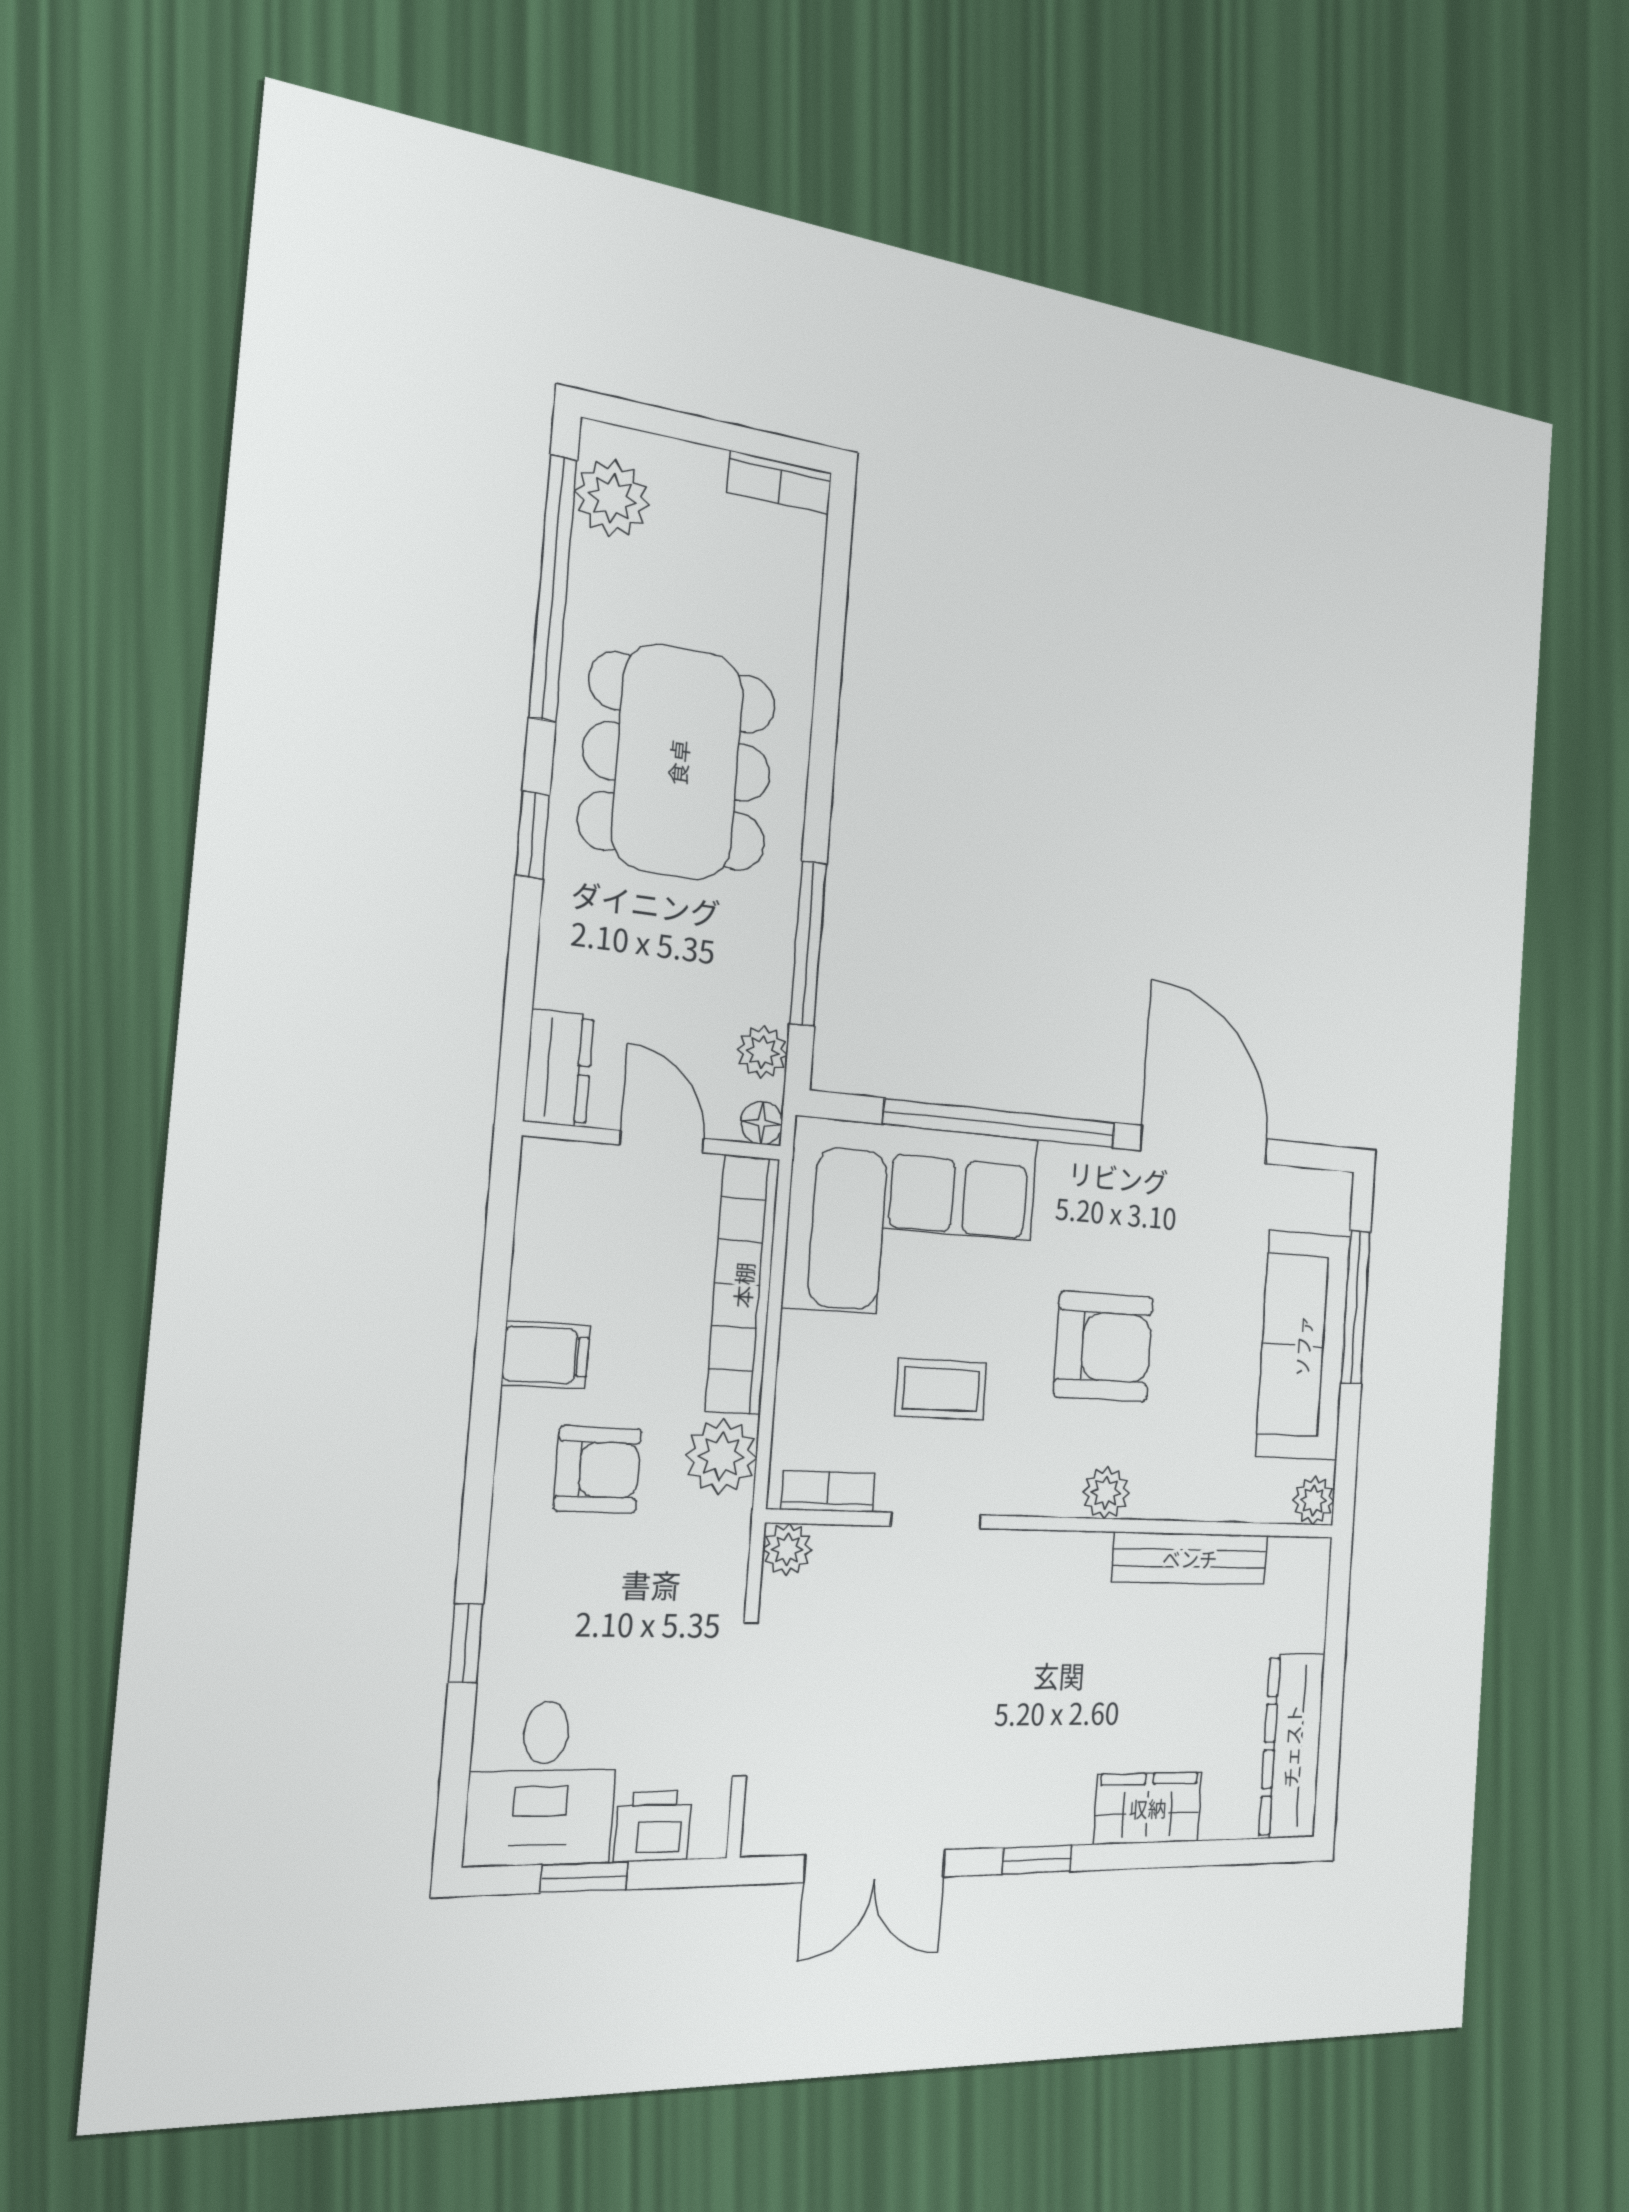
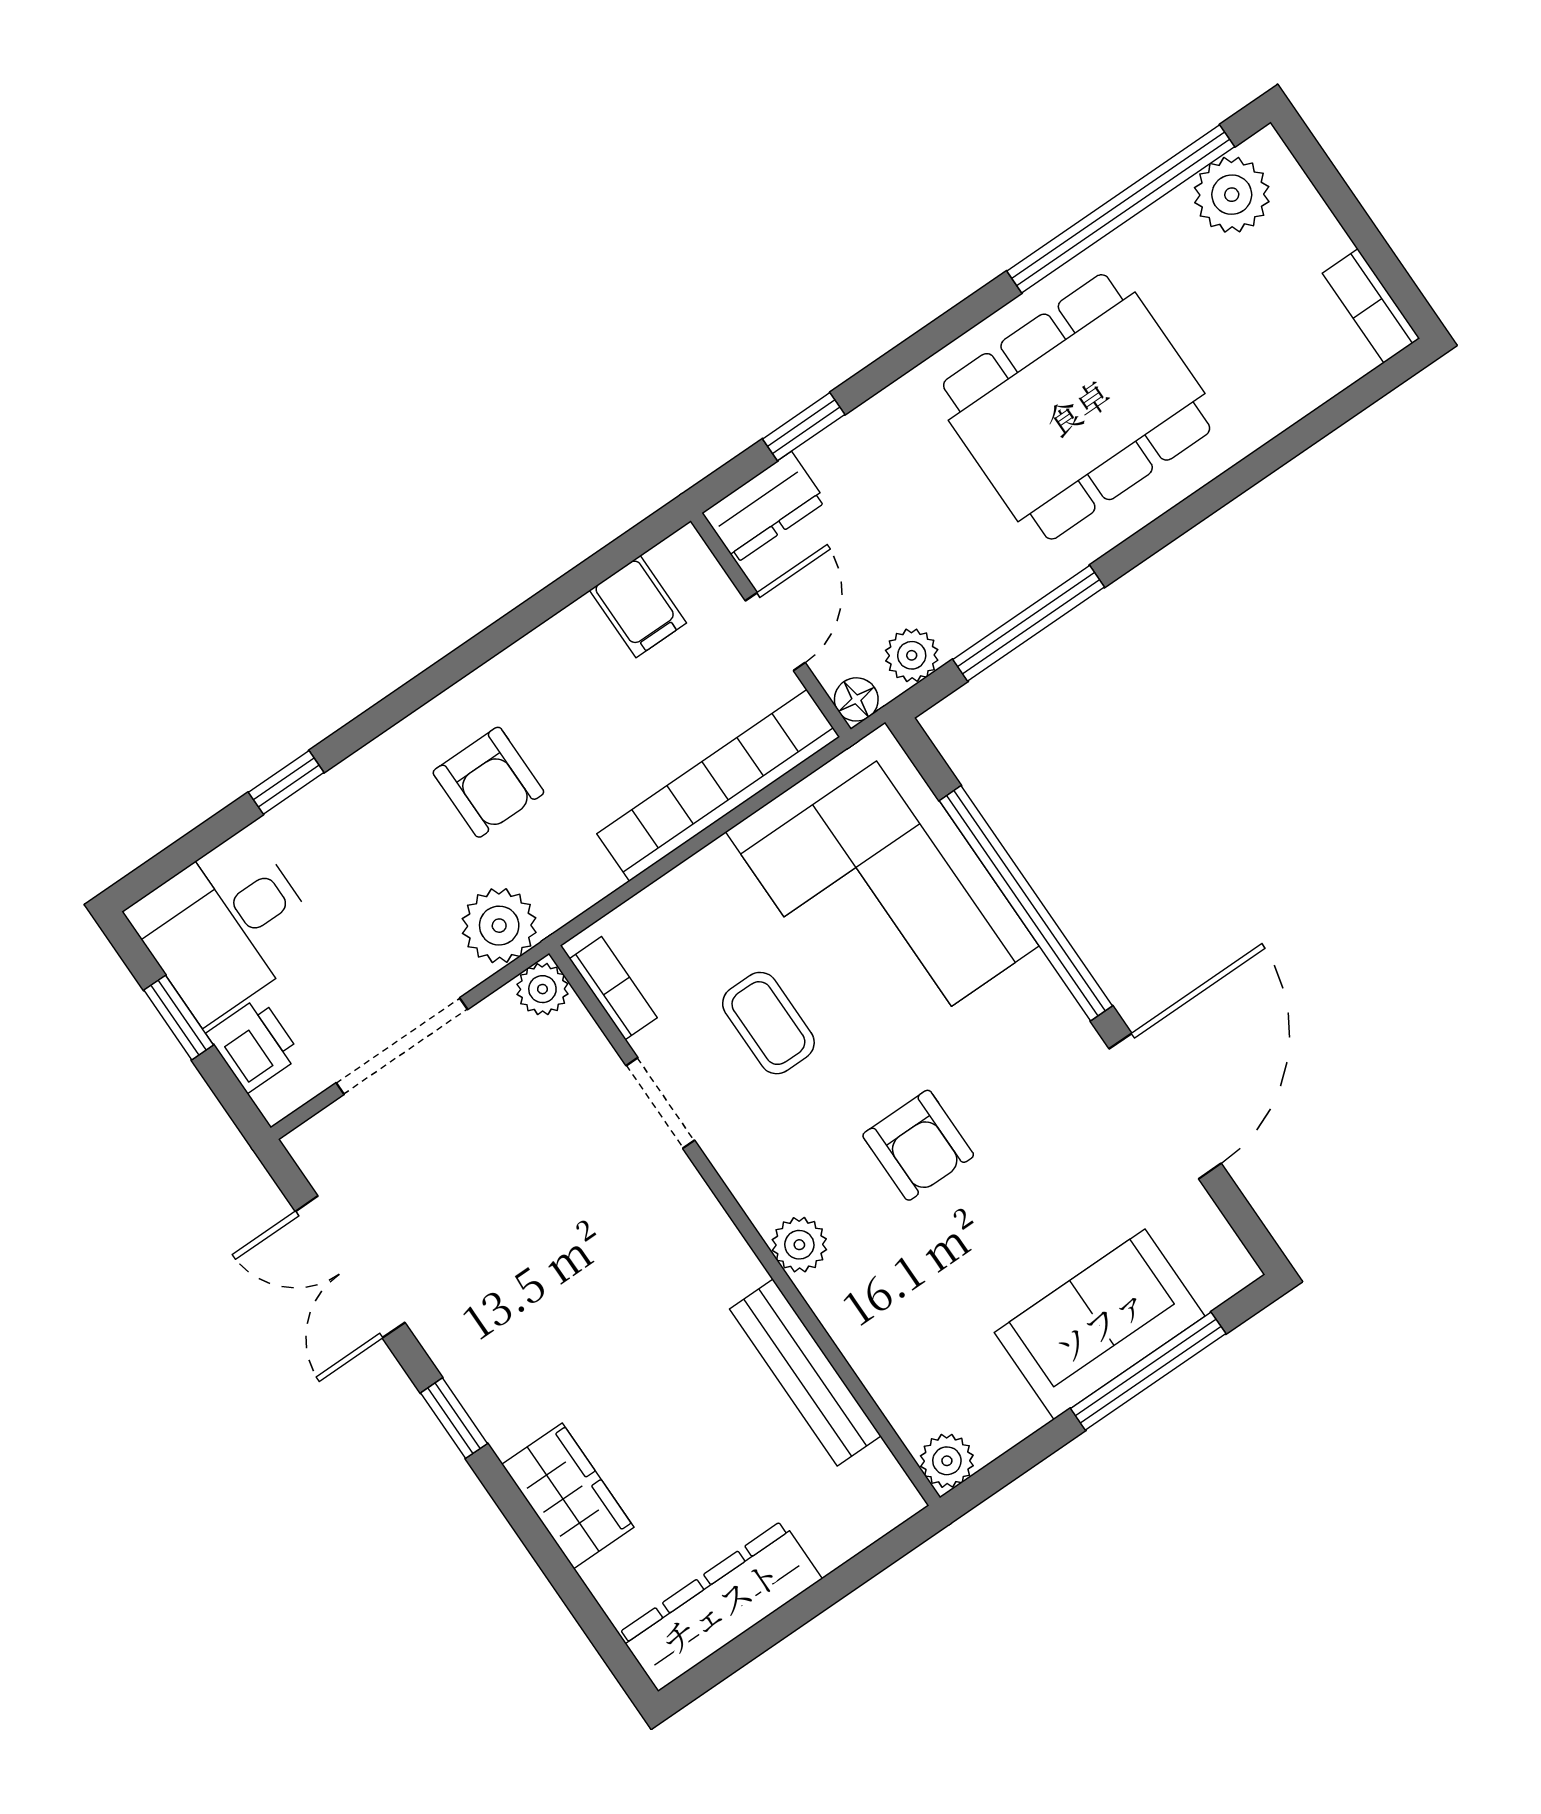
window: (533, 835) -> (804, 427), moved
sofa: (1303, 1346) -> (1100, 1324), width x0.73
armchair: (1103, 1347) -> (918, 1145), width x0.72, depth x0.72
filing cabinet: (546, 1355) -> (638, 607), moved
plant: (721, 1456) -> (499, 926), moved

